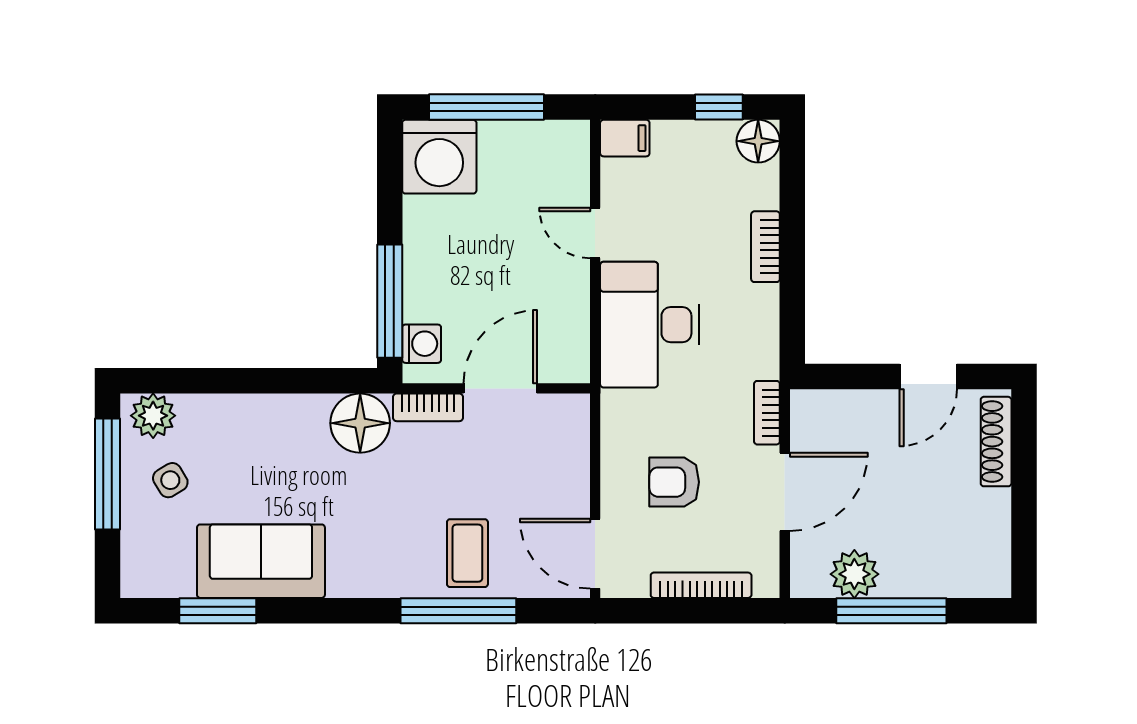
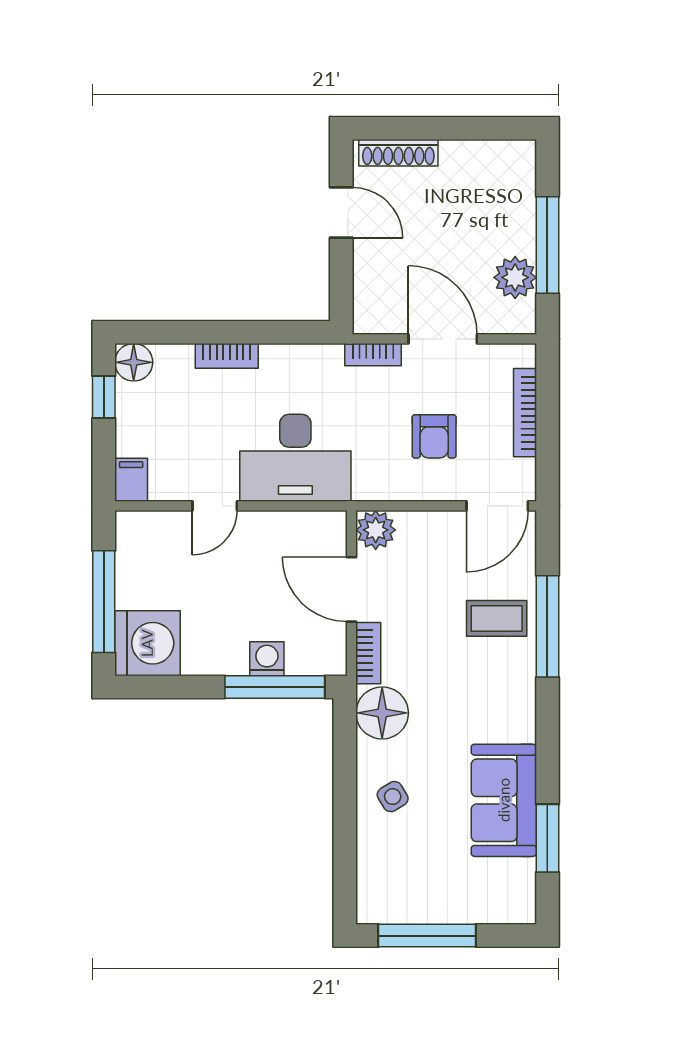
washing machine: (422, 344) -> (267, 659), moved
plant: (153, 416) -> (376, 530), moved
side table: (170, 480) -> (393, 797), moved

